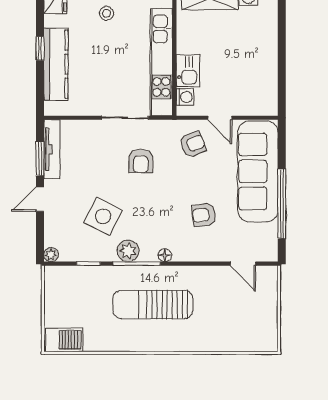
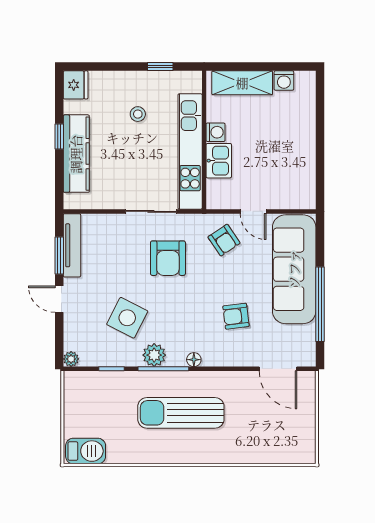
stool: (107, 13) -> (138, 114), moved
washing machine: (185, 97) -> (216, 132), moved
armchair: (193, 144) -> (224, 240), turned 77
armchair: (141, 161) -> (168, 258), width x1.38, depth x1.38
door: (40, 199) -> (59, 299), hinge flipped
door: (243, 264) -> (278, 369), width x1.38

